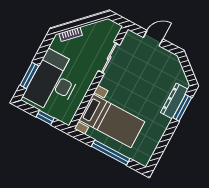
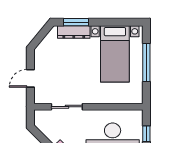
door: (153, 38) -> (30, 78), hinge flipped
bed with nightstands: (112, 121) -> (115, 54), moved, turned 180

